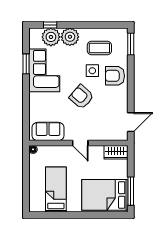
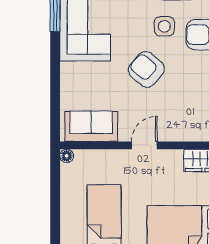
door: (80, 143) -> (144, 145), swing flipped

